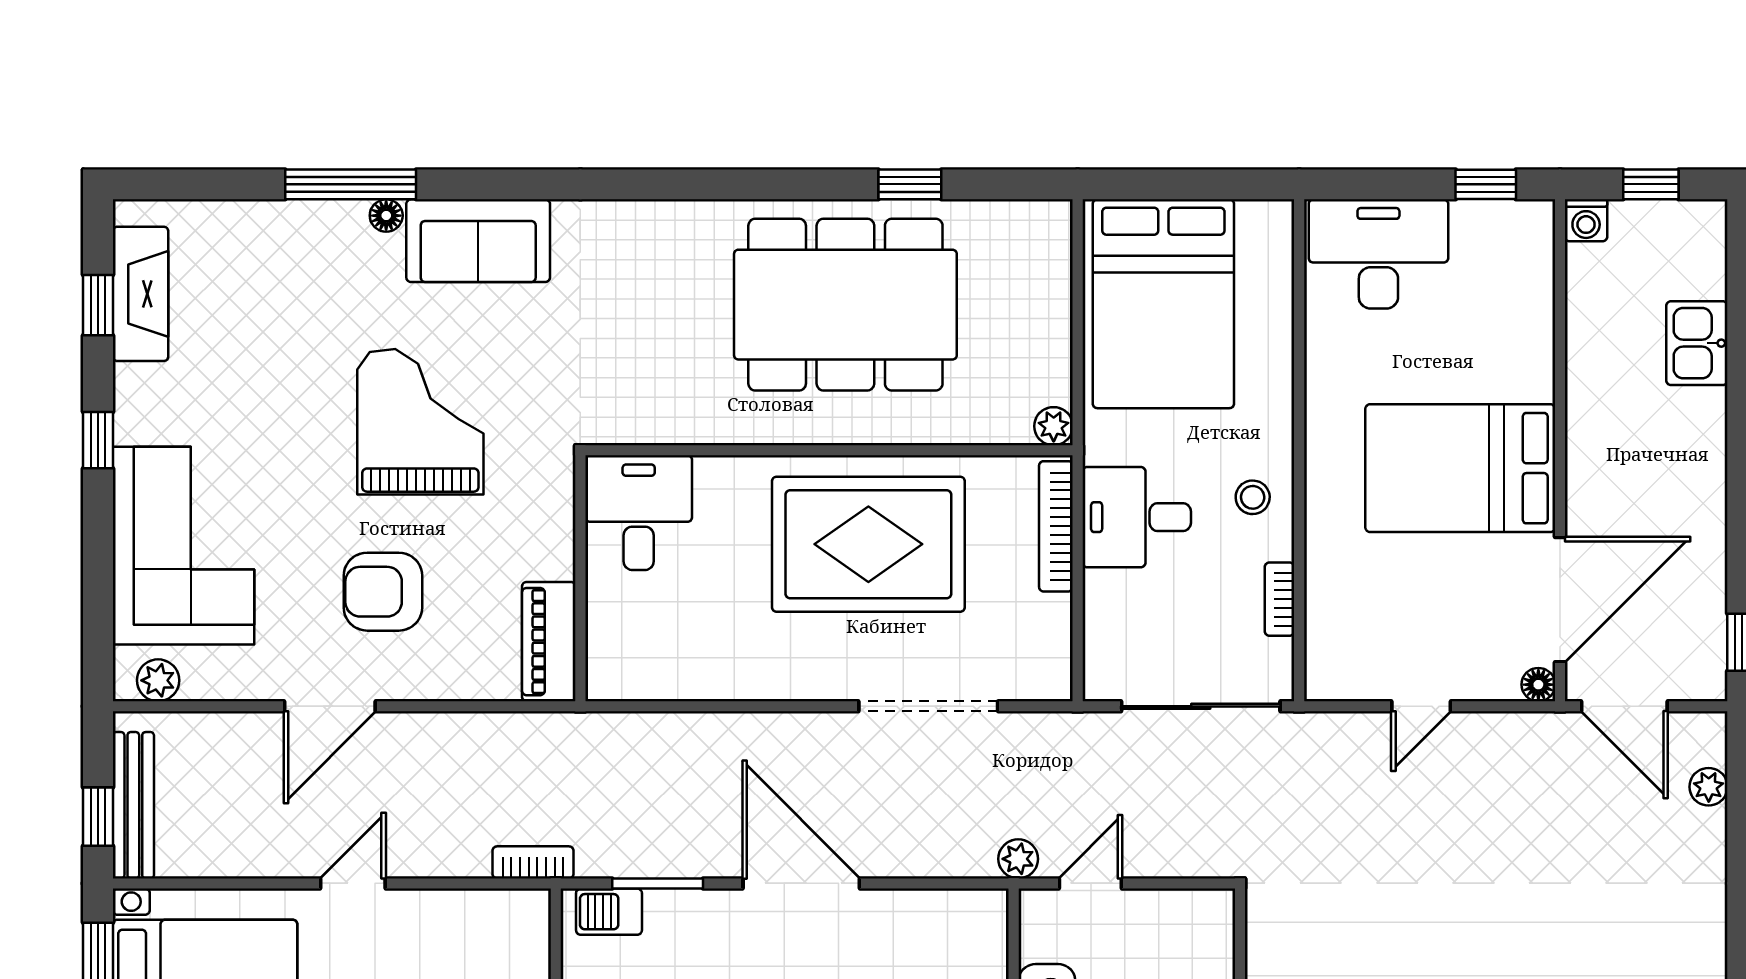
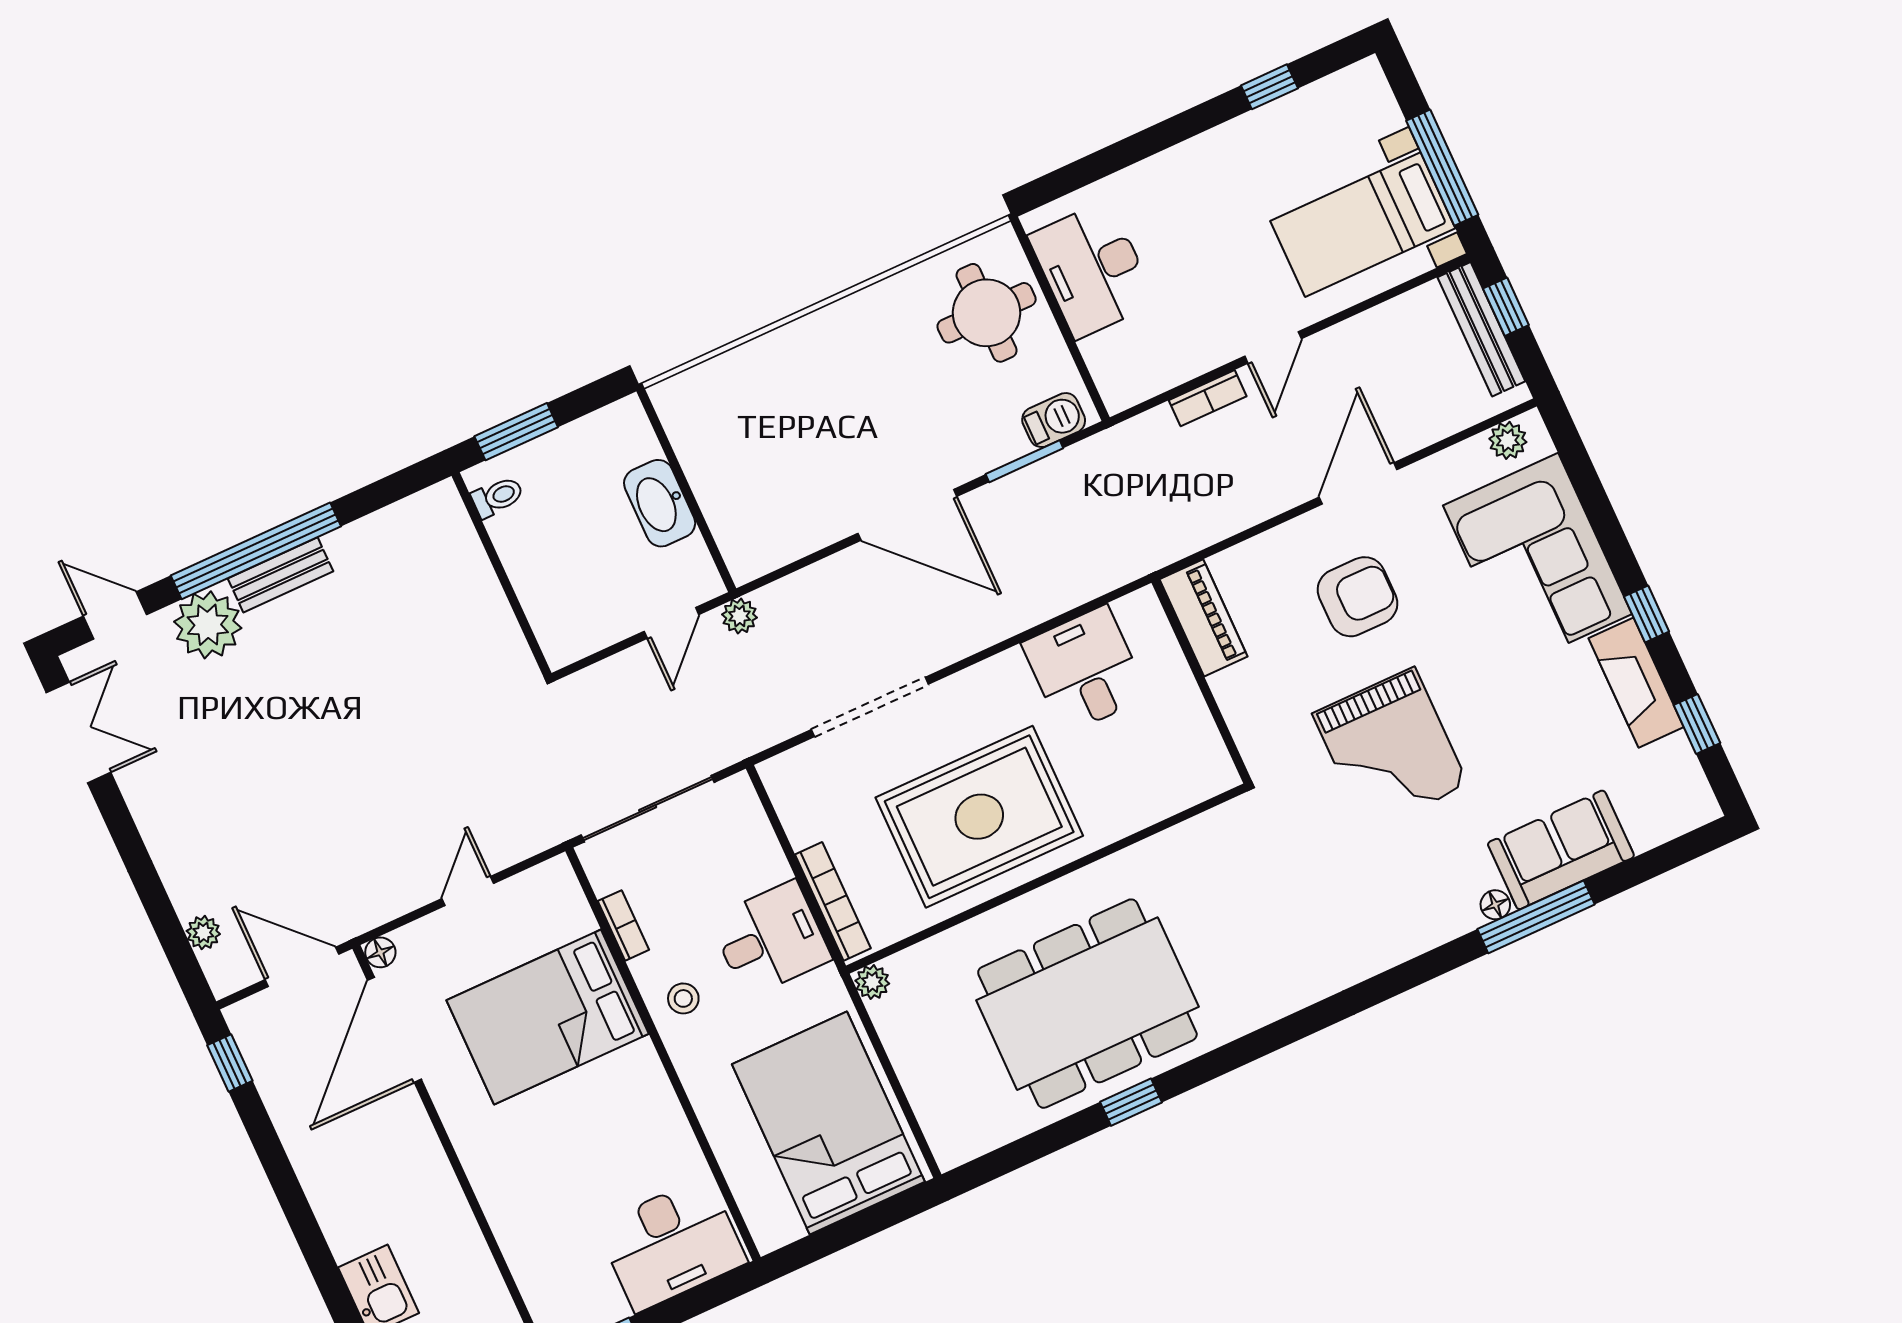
window: (910, 184) -> (1131, 1102), moved
sofa: (478, 241) -> (1561, 850), moved
fireplace: (140, 294) -> (1636, 683), moved
bed: (1460, 468) -> (548, 1017), moved, turned 180
desk: (639, 513) -> (1085, 670), moved, turned 180
bookcase: (533, 862) -> (1208, 398), moved

